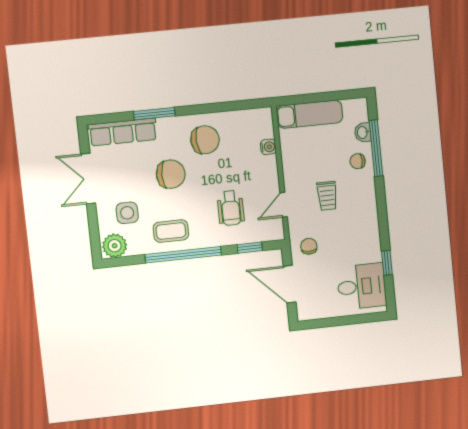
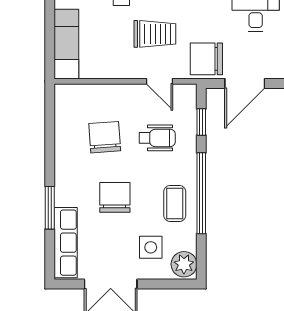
chair: (205, 140) -> (105, 137), moved
water cooler: (268, 147) -> (97, 91), removed
trolley: (327, 196) -> (155, 34), width x1.36, depth x1.39
chair: (309, 246) -> (206, 59), width x1.87, depth x1.87

